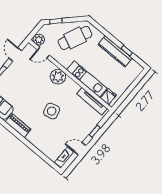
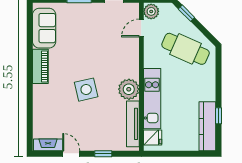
kitchen counter: (115, 51) -> (207, 126), moved
door: (43, 53) -> (141, 28), hinge flipped
plant: (58, 77) -> (129, 89), moved

